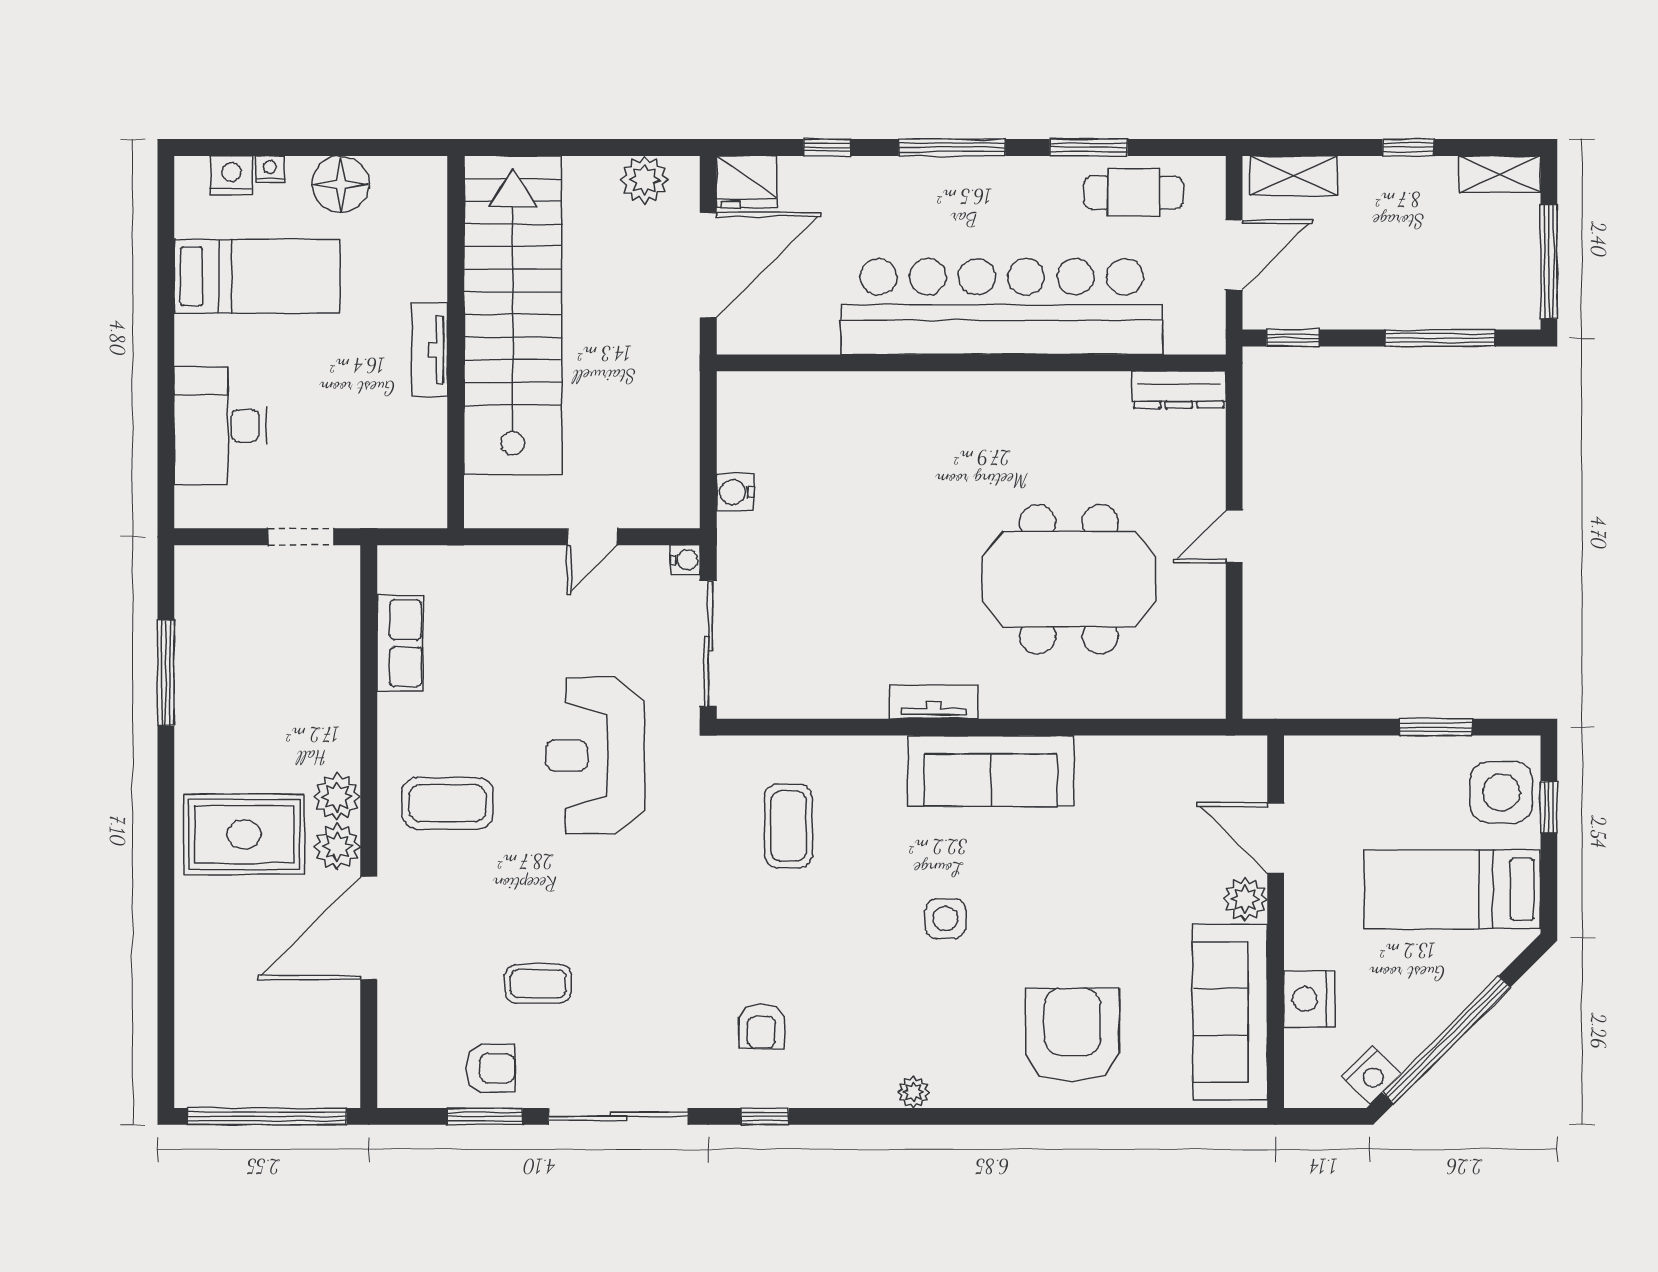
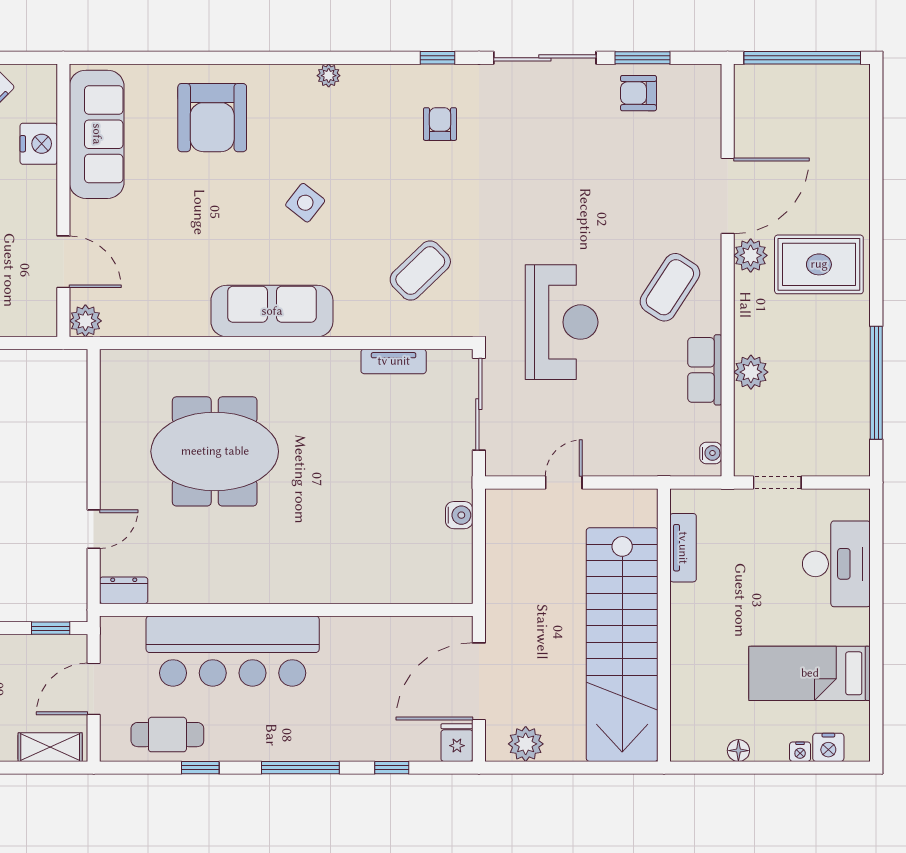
window: (1089, 148) -> (200, 768), width x0.67
fridge: (747, 182) -> (457, 743), width x0.72
floor lamp: (341, 184) -> (738, 751), width x0.53, depth x0.53
bar counter: (1002, 307) -> (233, 651), width x0.73
tv unit: (430, 350) -> (683, 548), moved
dresser: (1179, 390) -> (124, 590), width x0.70
door: (1234, 536) -> (94, 529), moved
water cooler: (685, 560) -> (711, 453), moved, turned 180
row of seats: (400, 643) -> (705, 370), moved
window: (166, 673) -> (876, 383), width x1.46
tv unit: (933, 702) -> (394, 361), moved
plant: (337, 797) -> (751, 372), moved
coffee table: (448, 803) -> (670, 287), turned -57
coffee table: (788, 826) -> (420, 271), turned 46
plant: (1245, 899) -> (85, 321), moved
side table: (945, 919) -> (305, 203), turned 38
coffee table: (538, 984) -> (604, 155), removed

